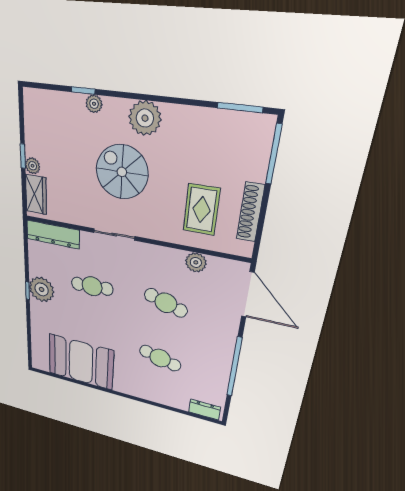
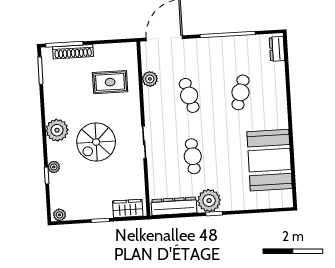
plant: (33, 166) -> (60, 215), moved
shoe rack: (250, 212) -> (73, 52), moved
dresser: (53, 234) -> (174, 206), moved, turned -90
cafe table: (166, 303) -> (189, 95), turned -33

